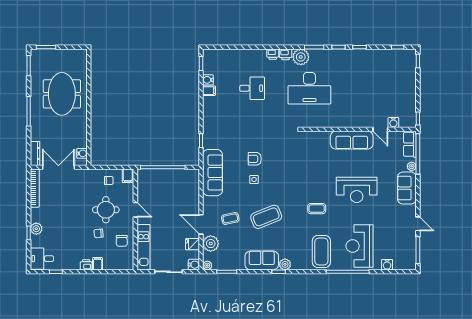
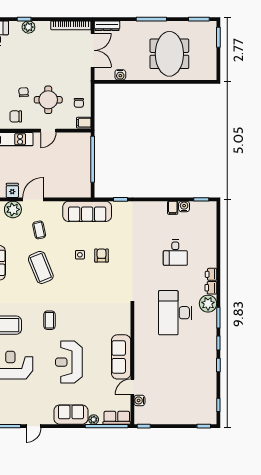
meeting table: (62, 94) -> (169, 54), turned 90
water cooler: (82, 153) -> (120, 75), moved

